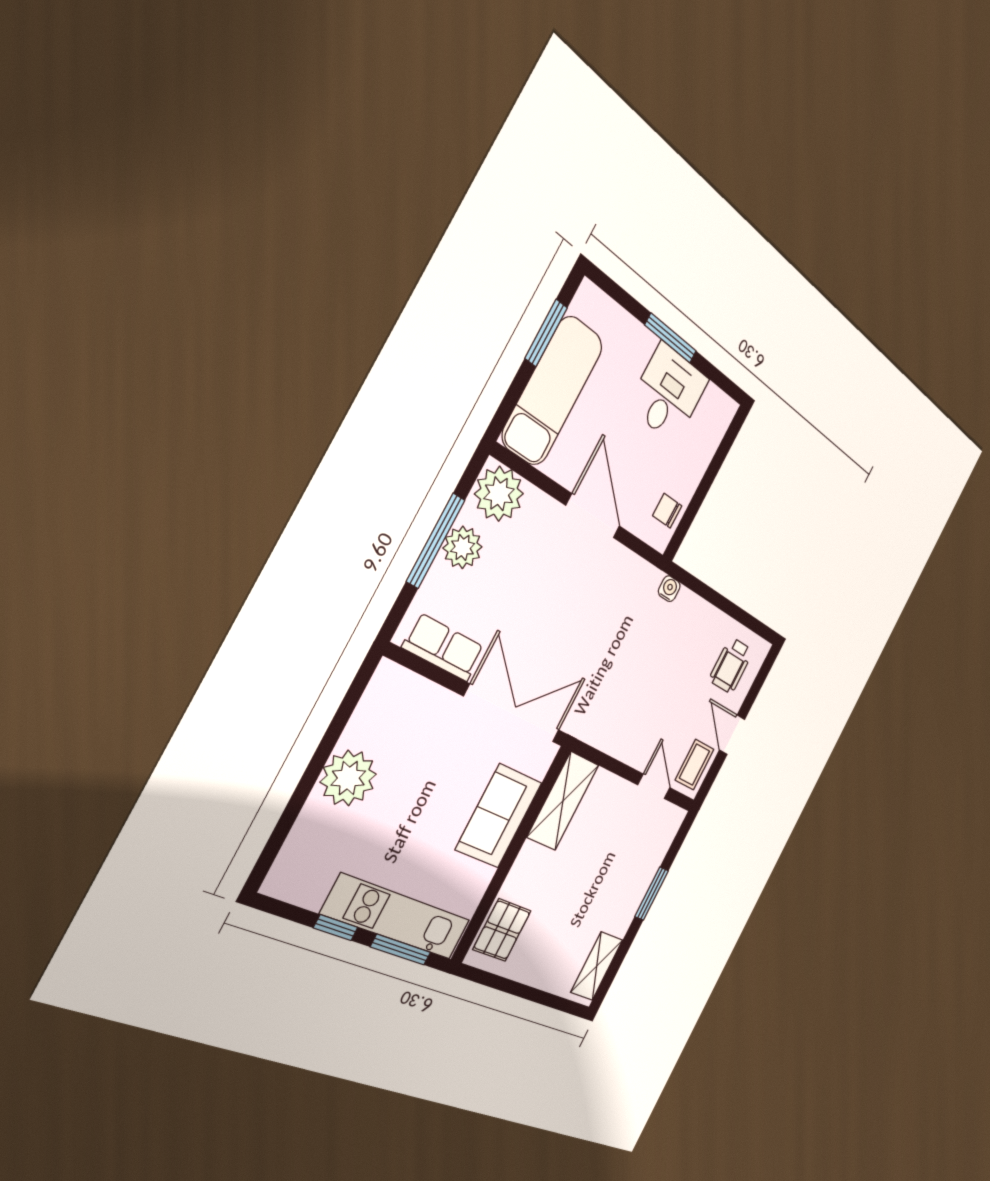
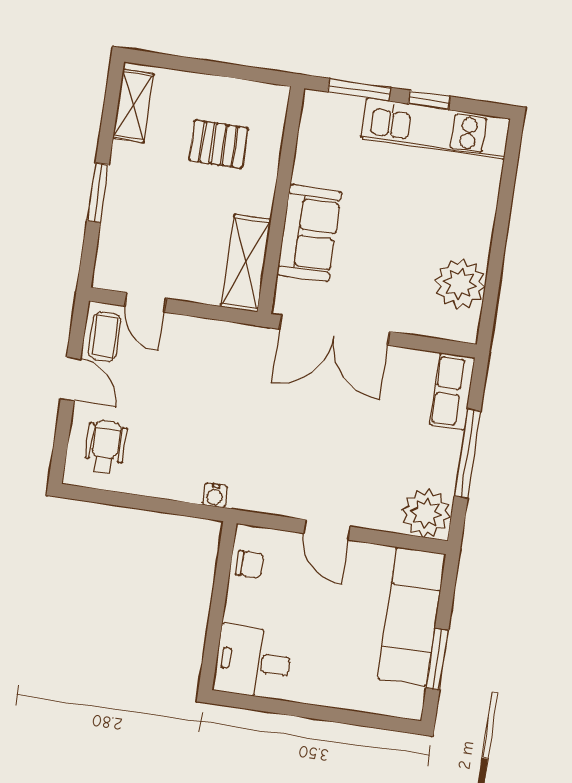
window: (671, 338) -> (315, 712), removed
desk: (668, 393) -> (253, 662), moved, turned 90
door: (593, 516) -> (327, 530), width x0.73
plant: (463, 547) -> (441, 457), removed
row of seats: (444, 647) -> (452, 391), moved, turned 90
plant: (348, 778) -> (460, 284), moved
kitchen unit: (397, 917) -> (436, 128), moved
pallet: (502, 930) -> (218, 144), moved, turned 90

